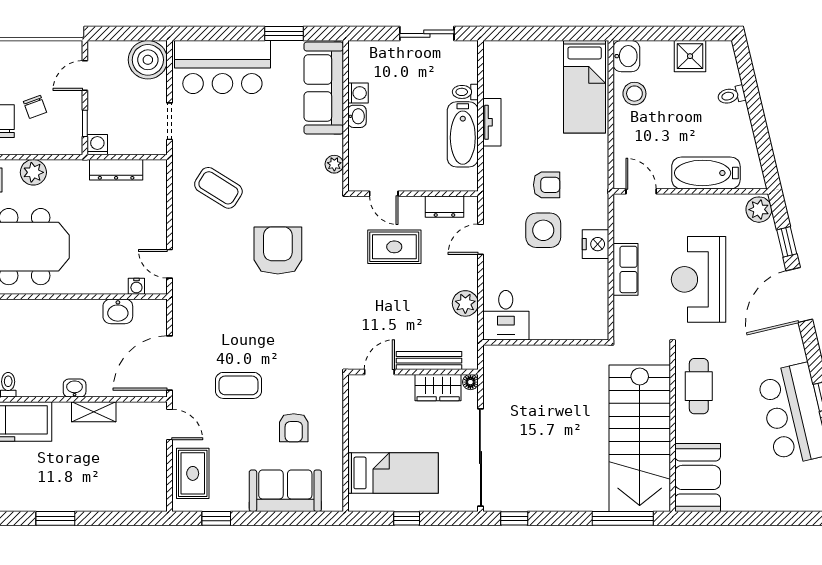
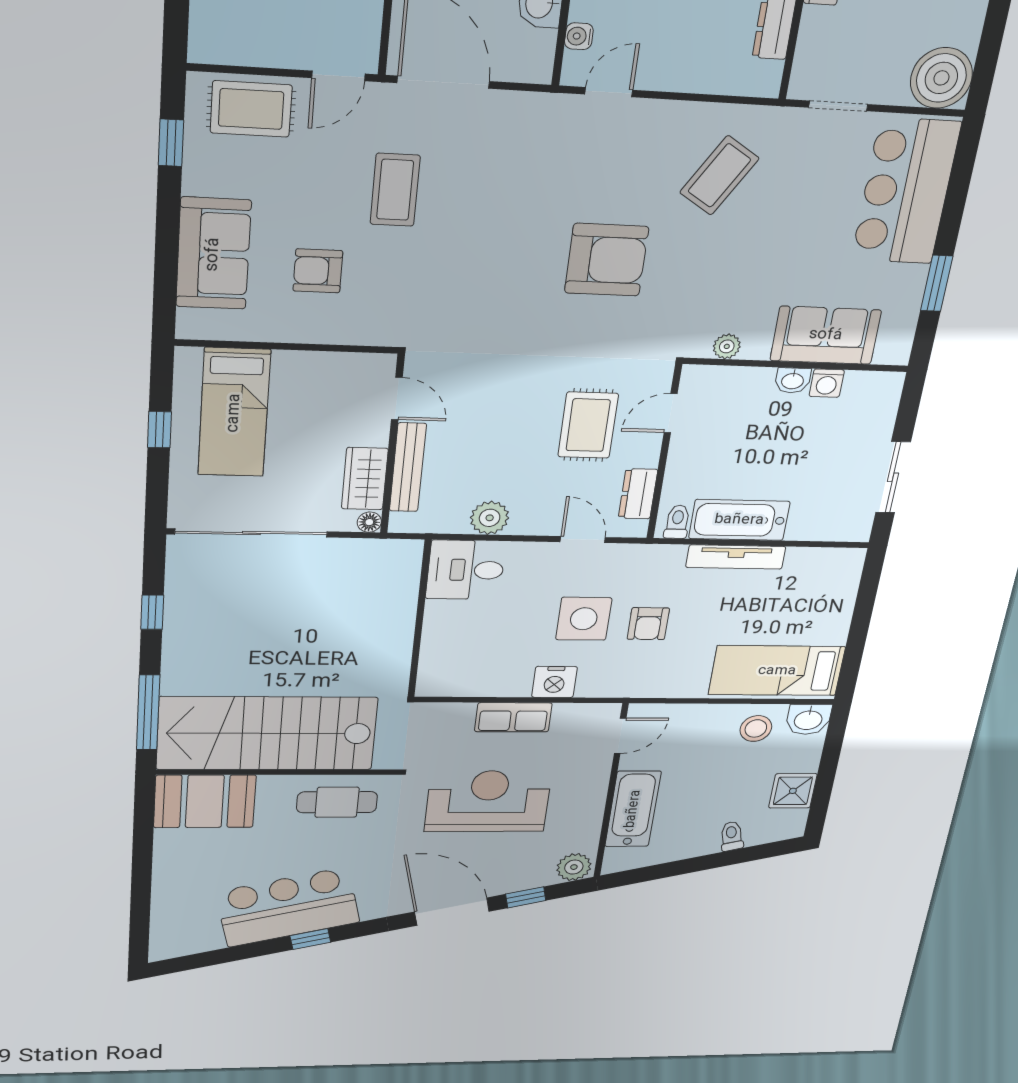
sofa: (324, 88) -> (826, 335), width x0.73
toilet: (465, 92) -> (677, 522), moved
tv unit: (492, 122) -> (736, 557), width x1.41
window: (514, 518) -> (152, 612), moved

